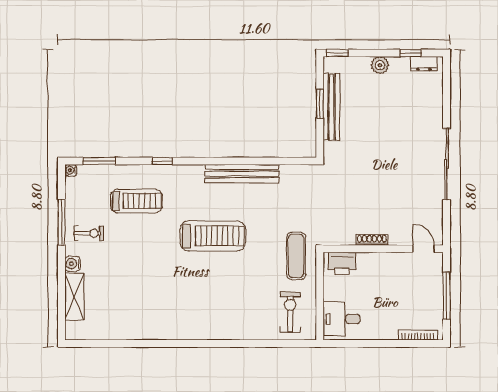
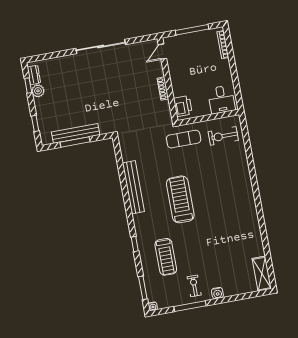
window: (338, 53) -> (35, 123), moved
plant: (380, 65) -> (38, 91), moved
window: (320, 104) -> (75, 142), width x1.44
treadmill: (136, 201) -> (166, 257), turned 180
shelving: (74, 297) -> (262, 274), moved, turned 90

